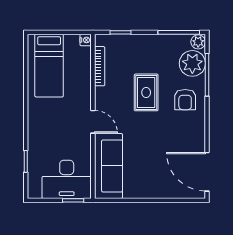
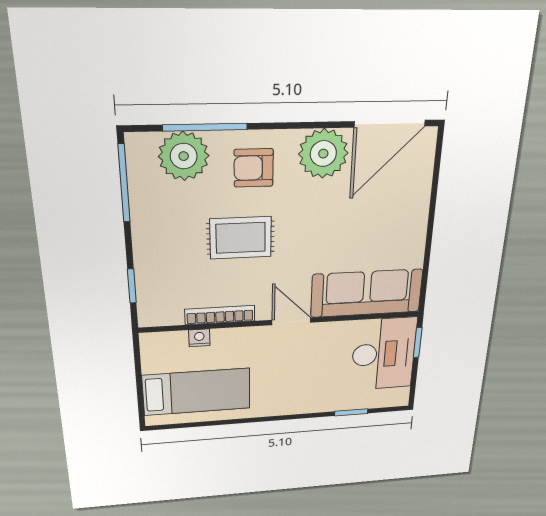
nightstand: (86, 40) -> (199, 338), moved
plant: (198, 42) -> (323, 154), moved, width x1.87, depth x1.87
bookcase: (100, 66) -> (220, 315), moved
armchair: (185, 100) -> (254, 168), turned 180
door: (93, 122) -> (291, 321), hinge flipped

